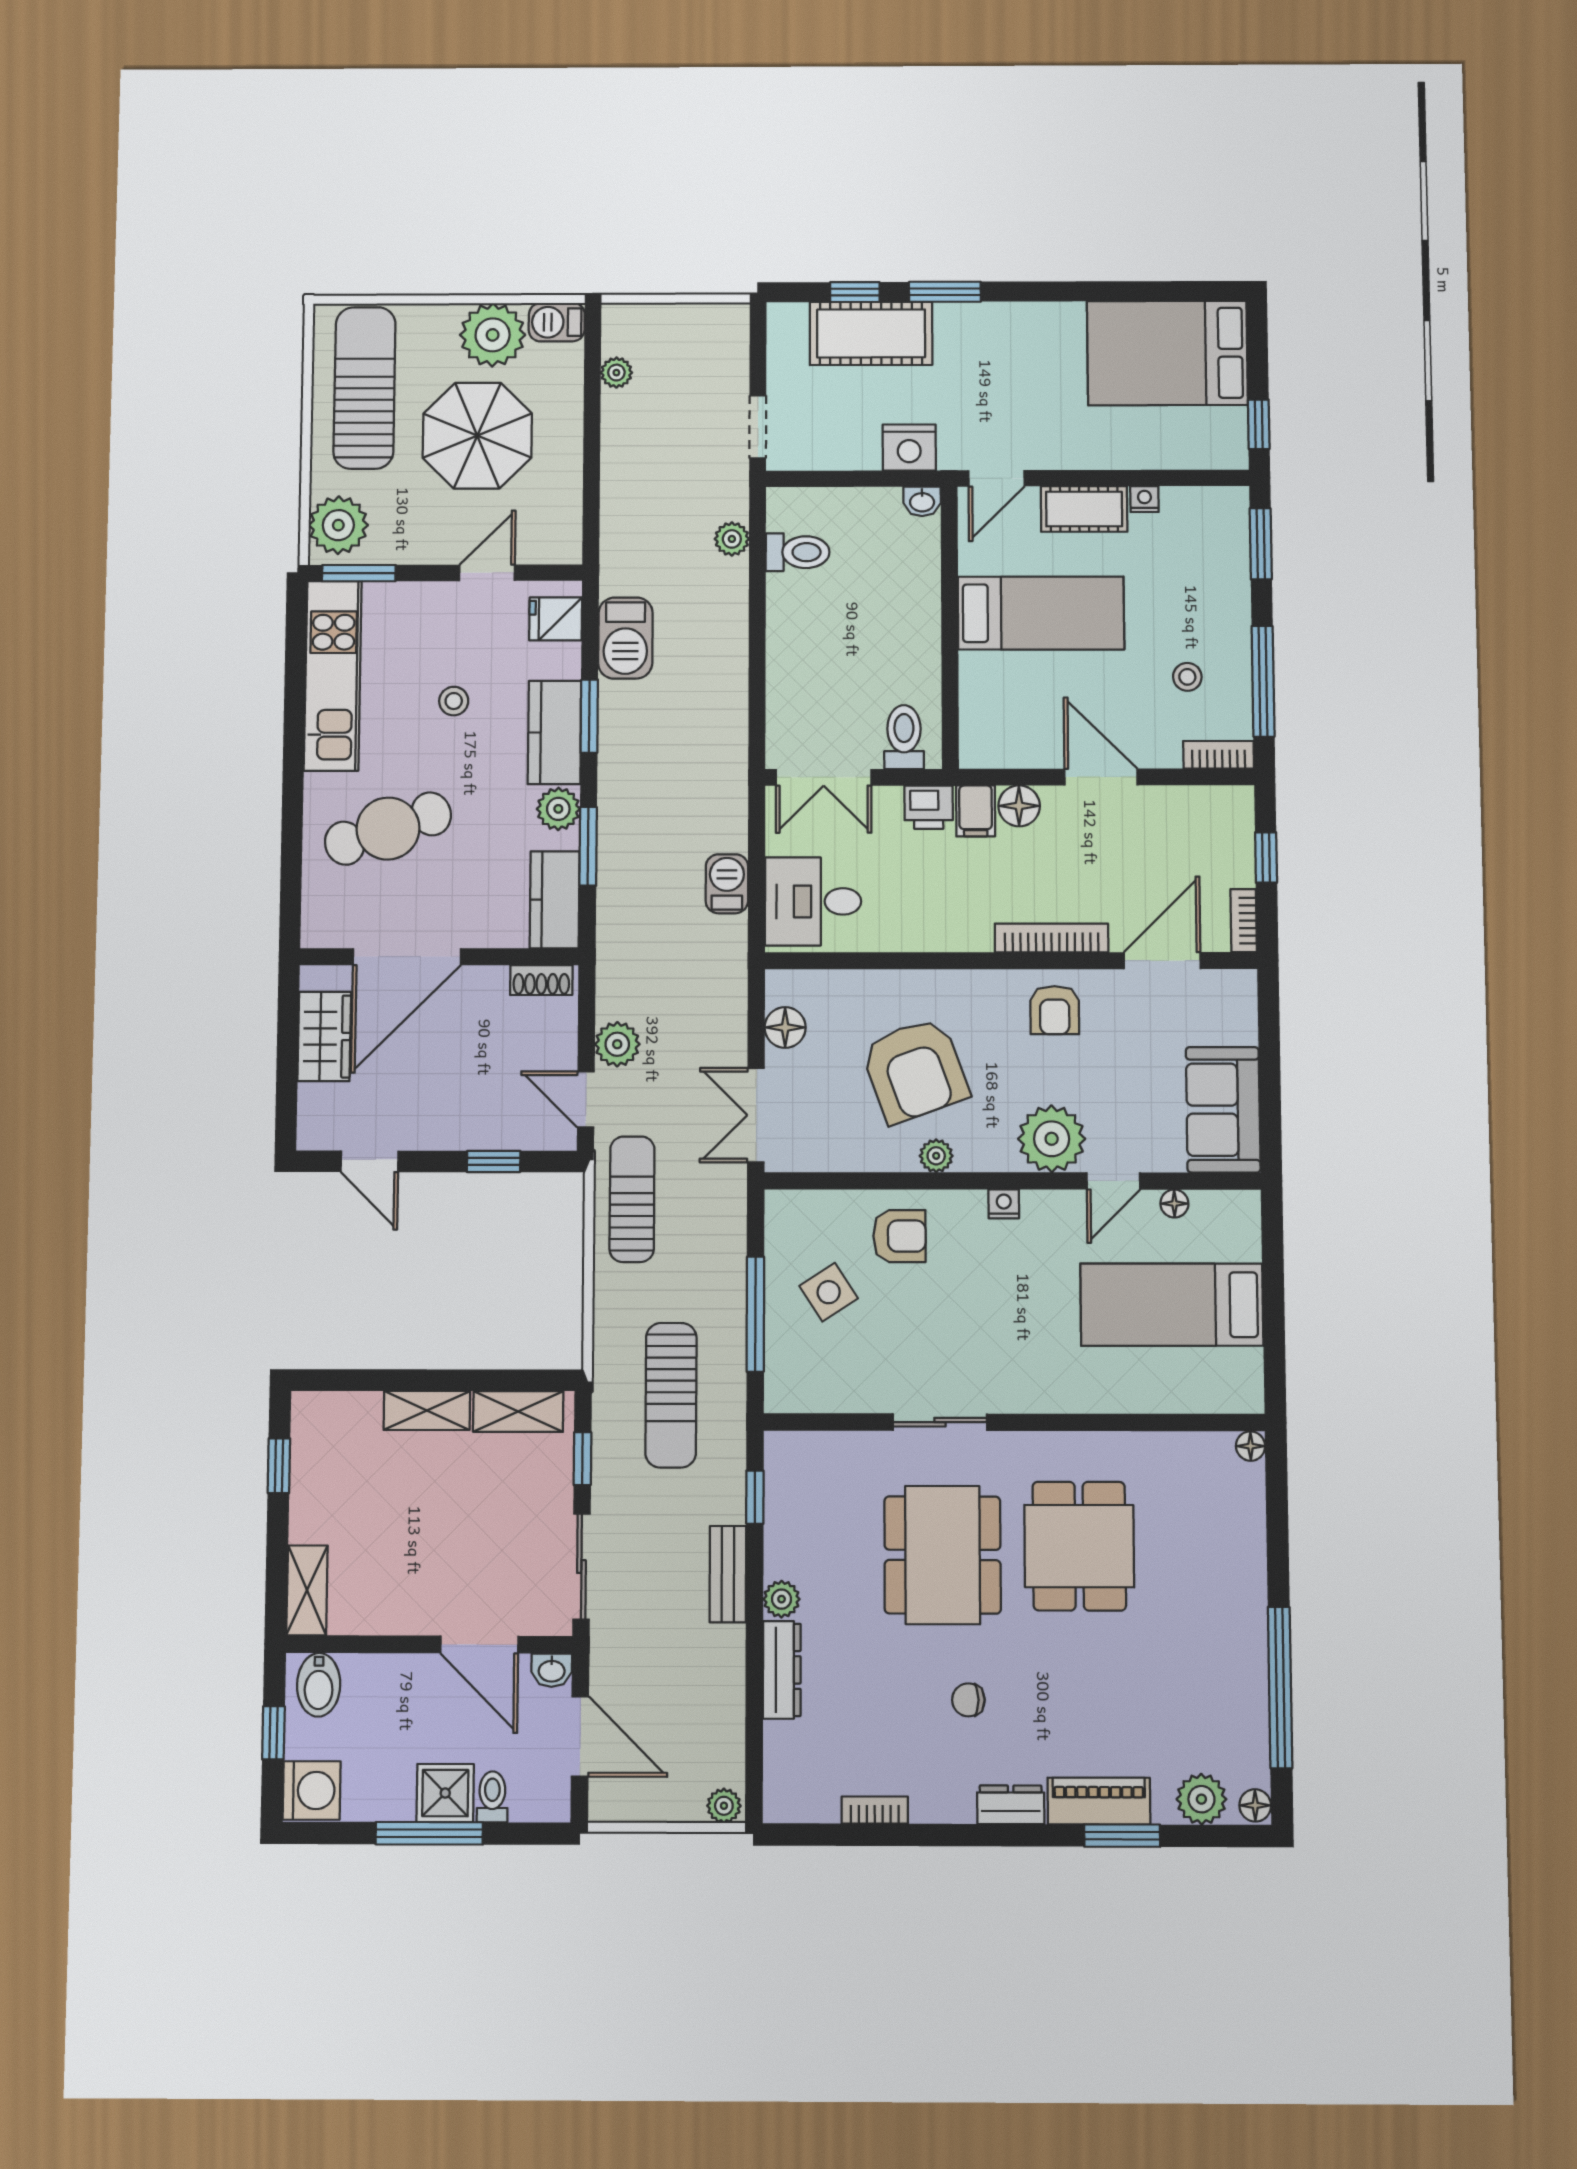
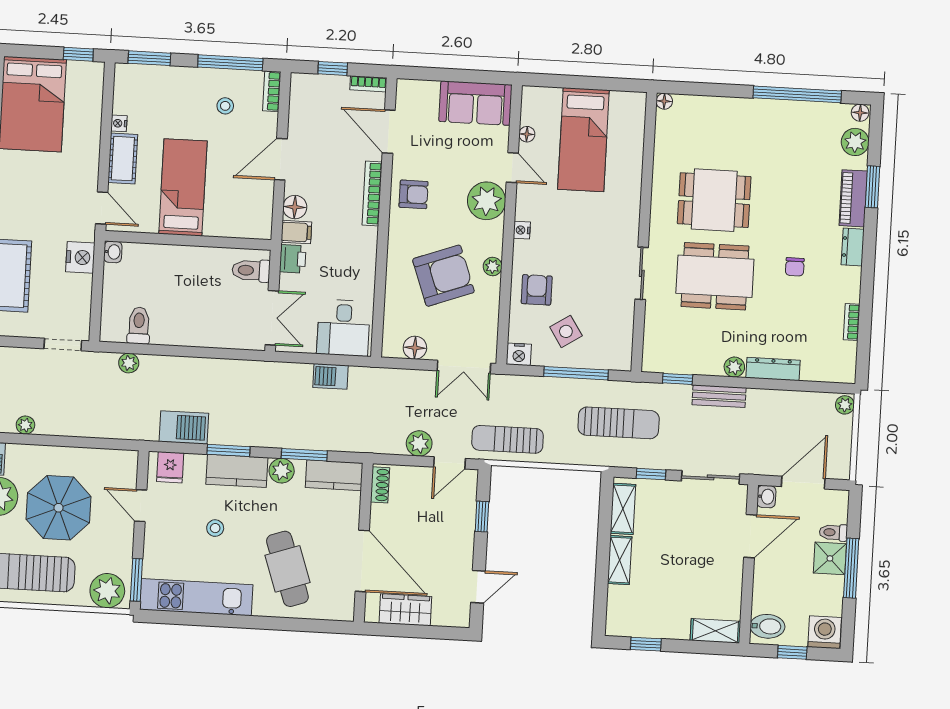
nightstand: (783, 1211) -> (519, 354), added

